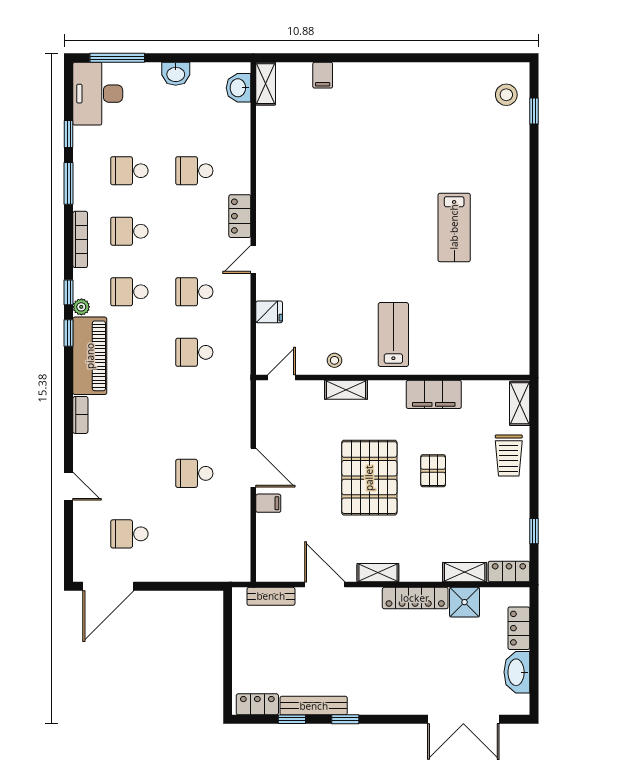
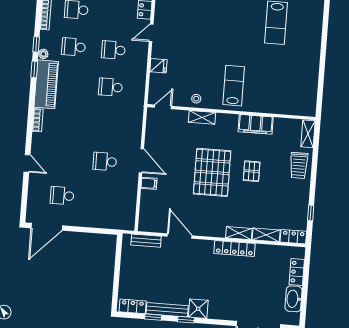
shelving: (378, 573) -> (239, 233), moved
shower: (465, 602) -> (198, 309), moved

